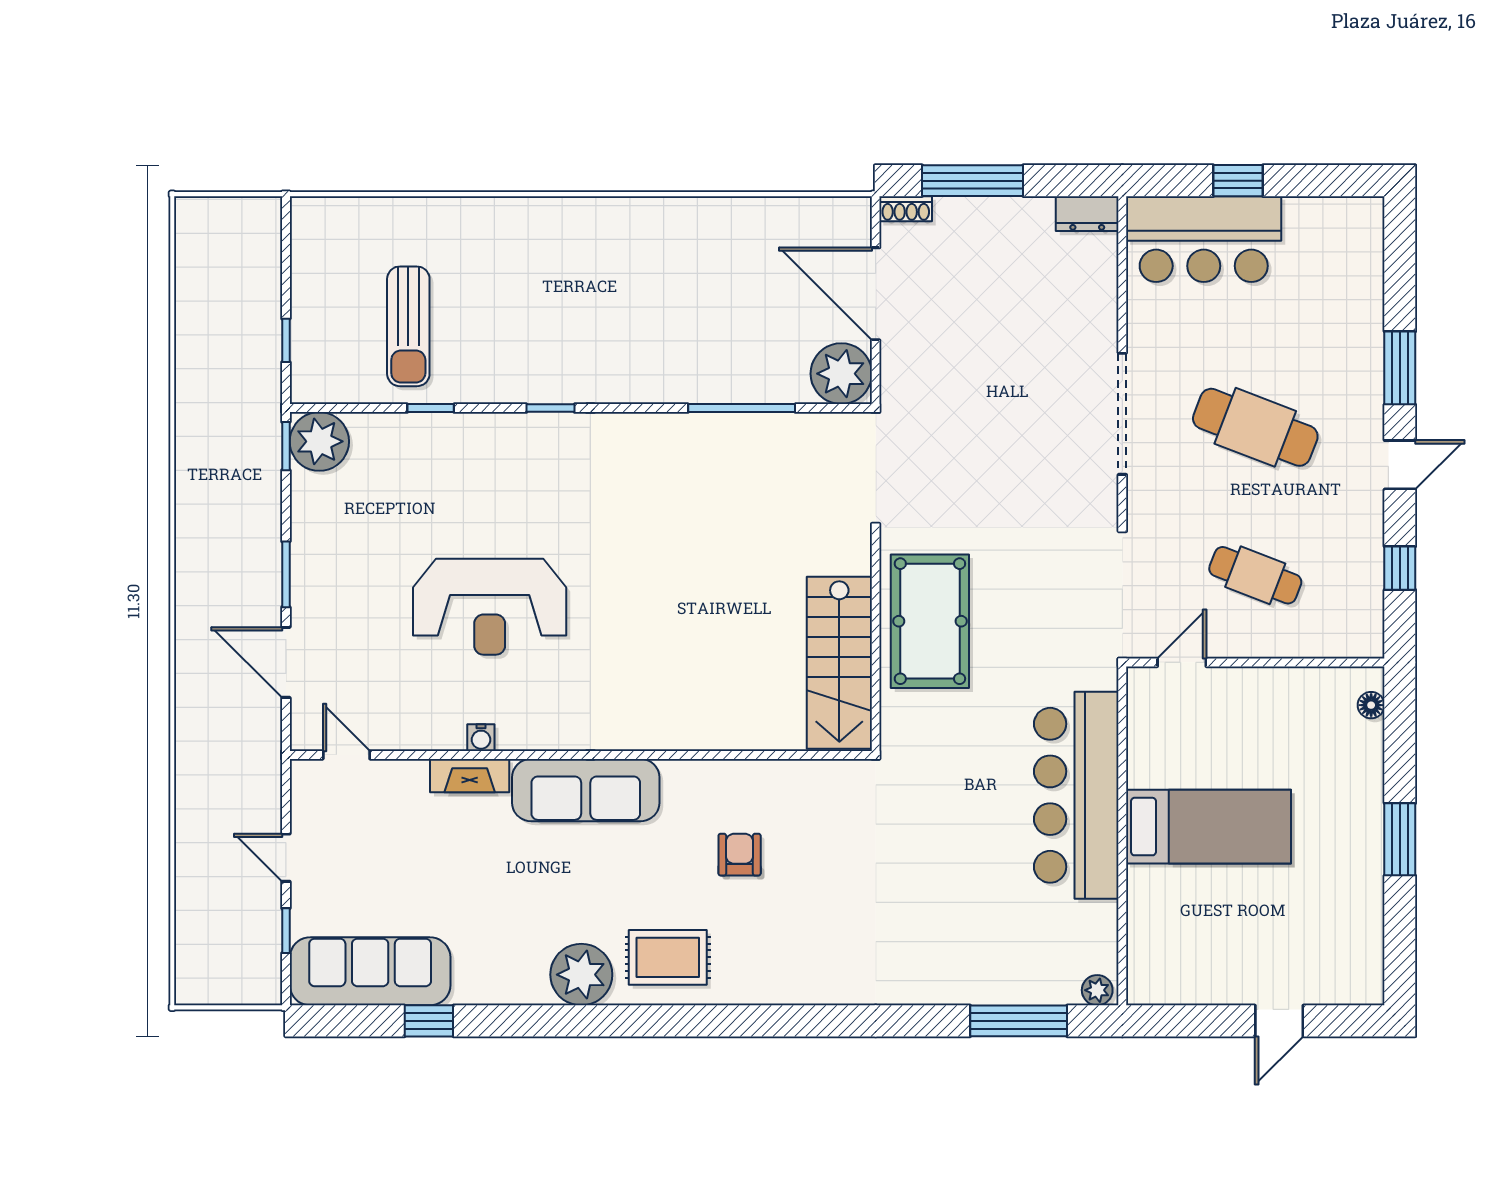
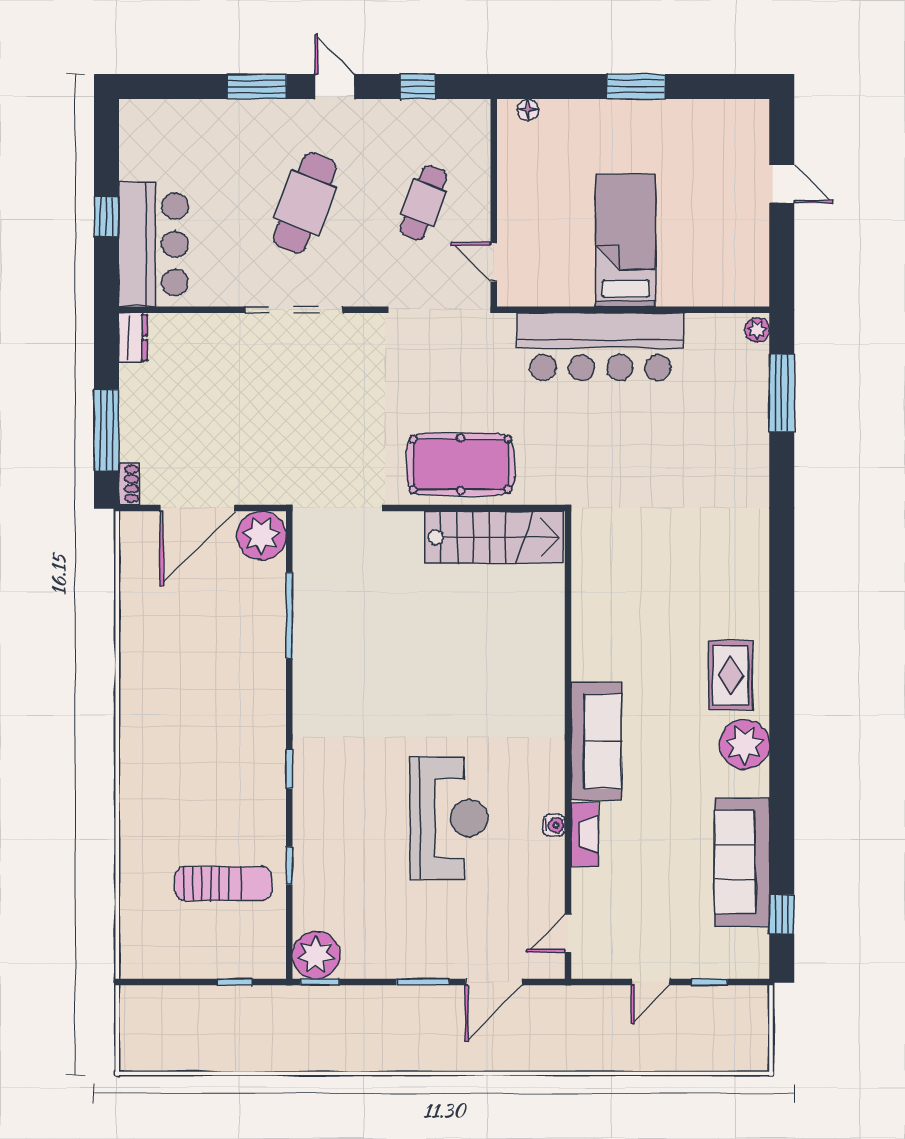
armchair: (740, 855) -> (648, 617), removed
sofa: (370, 971) -> (742, 862), moved
window: (429, 1021) -> (782, 914), moved

